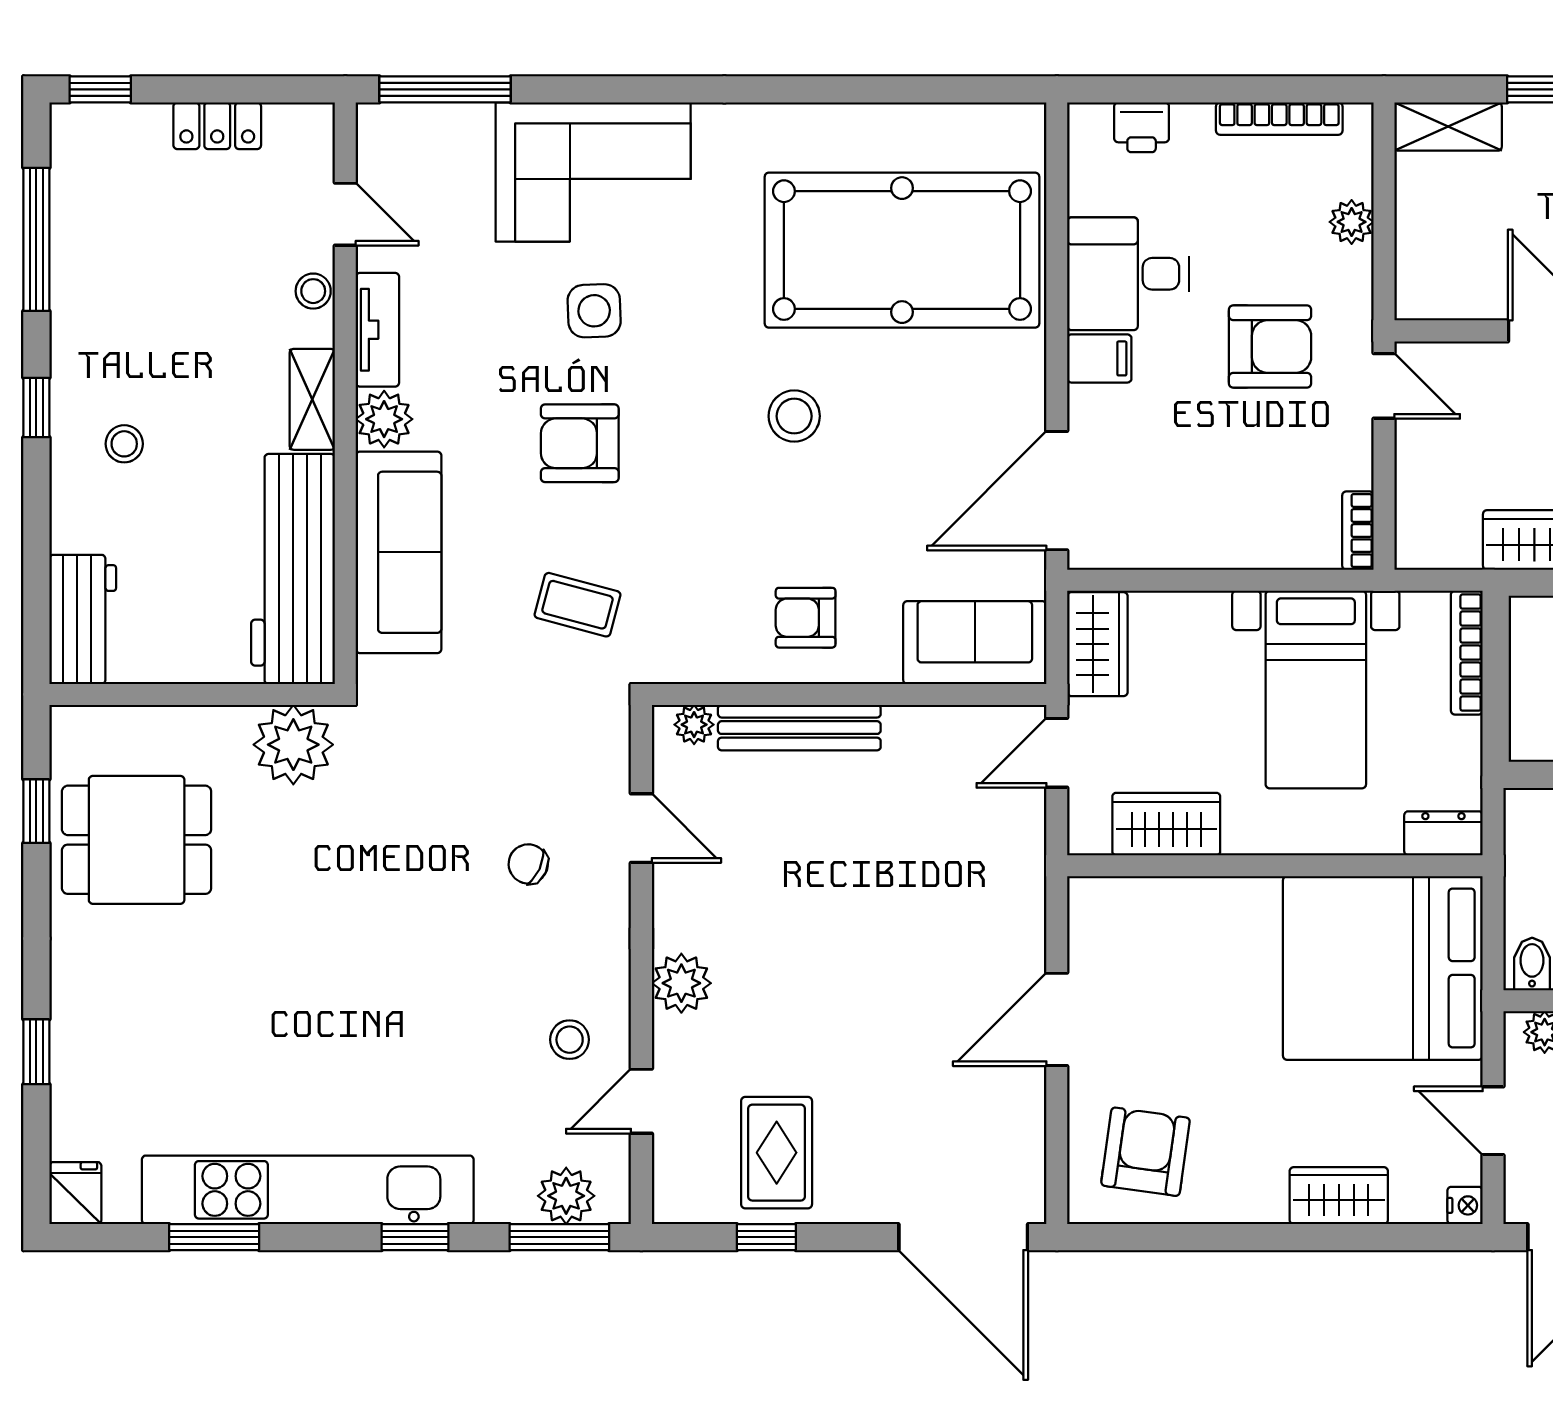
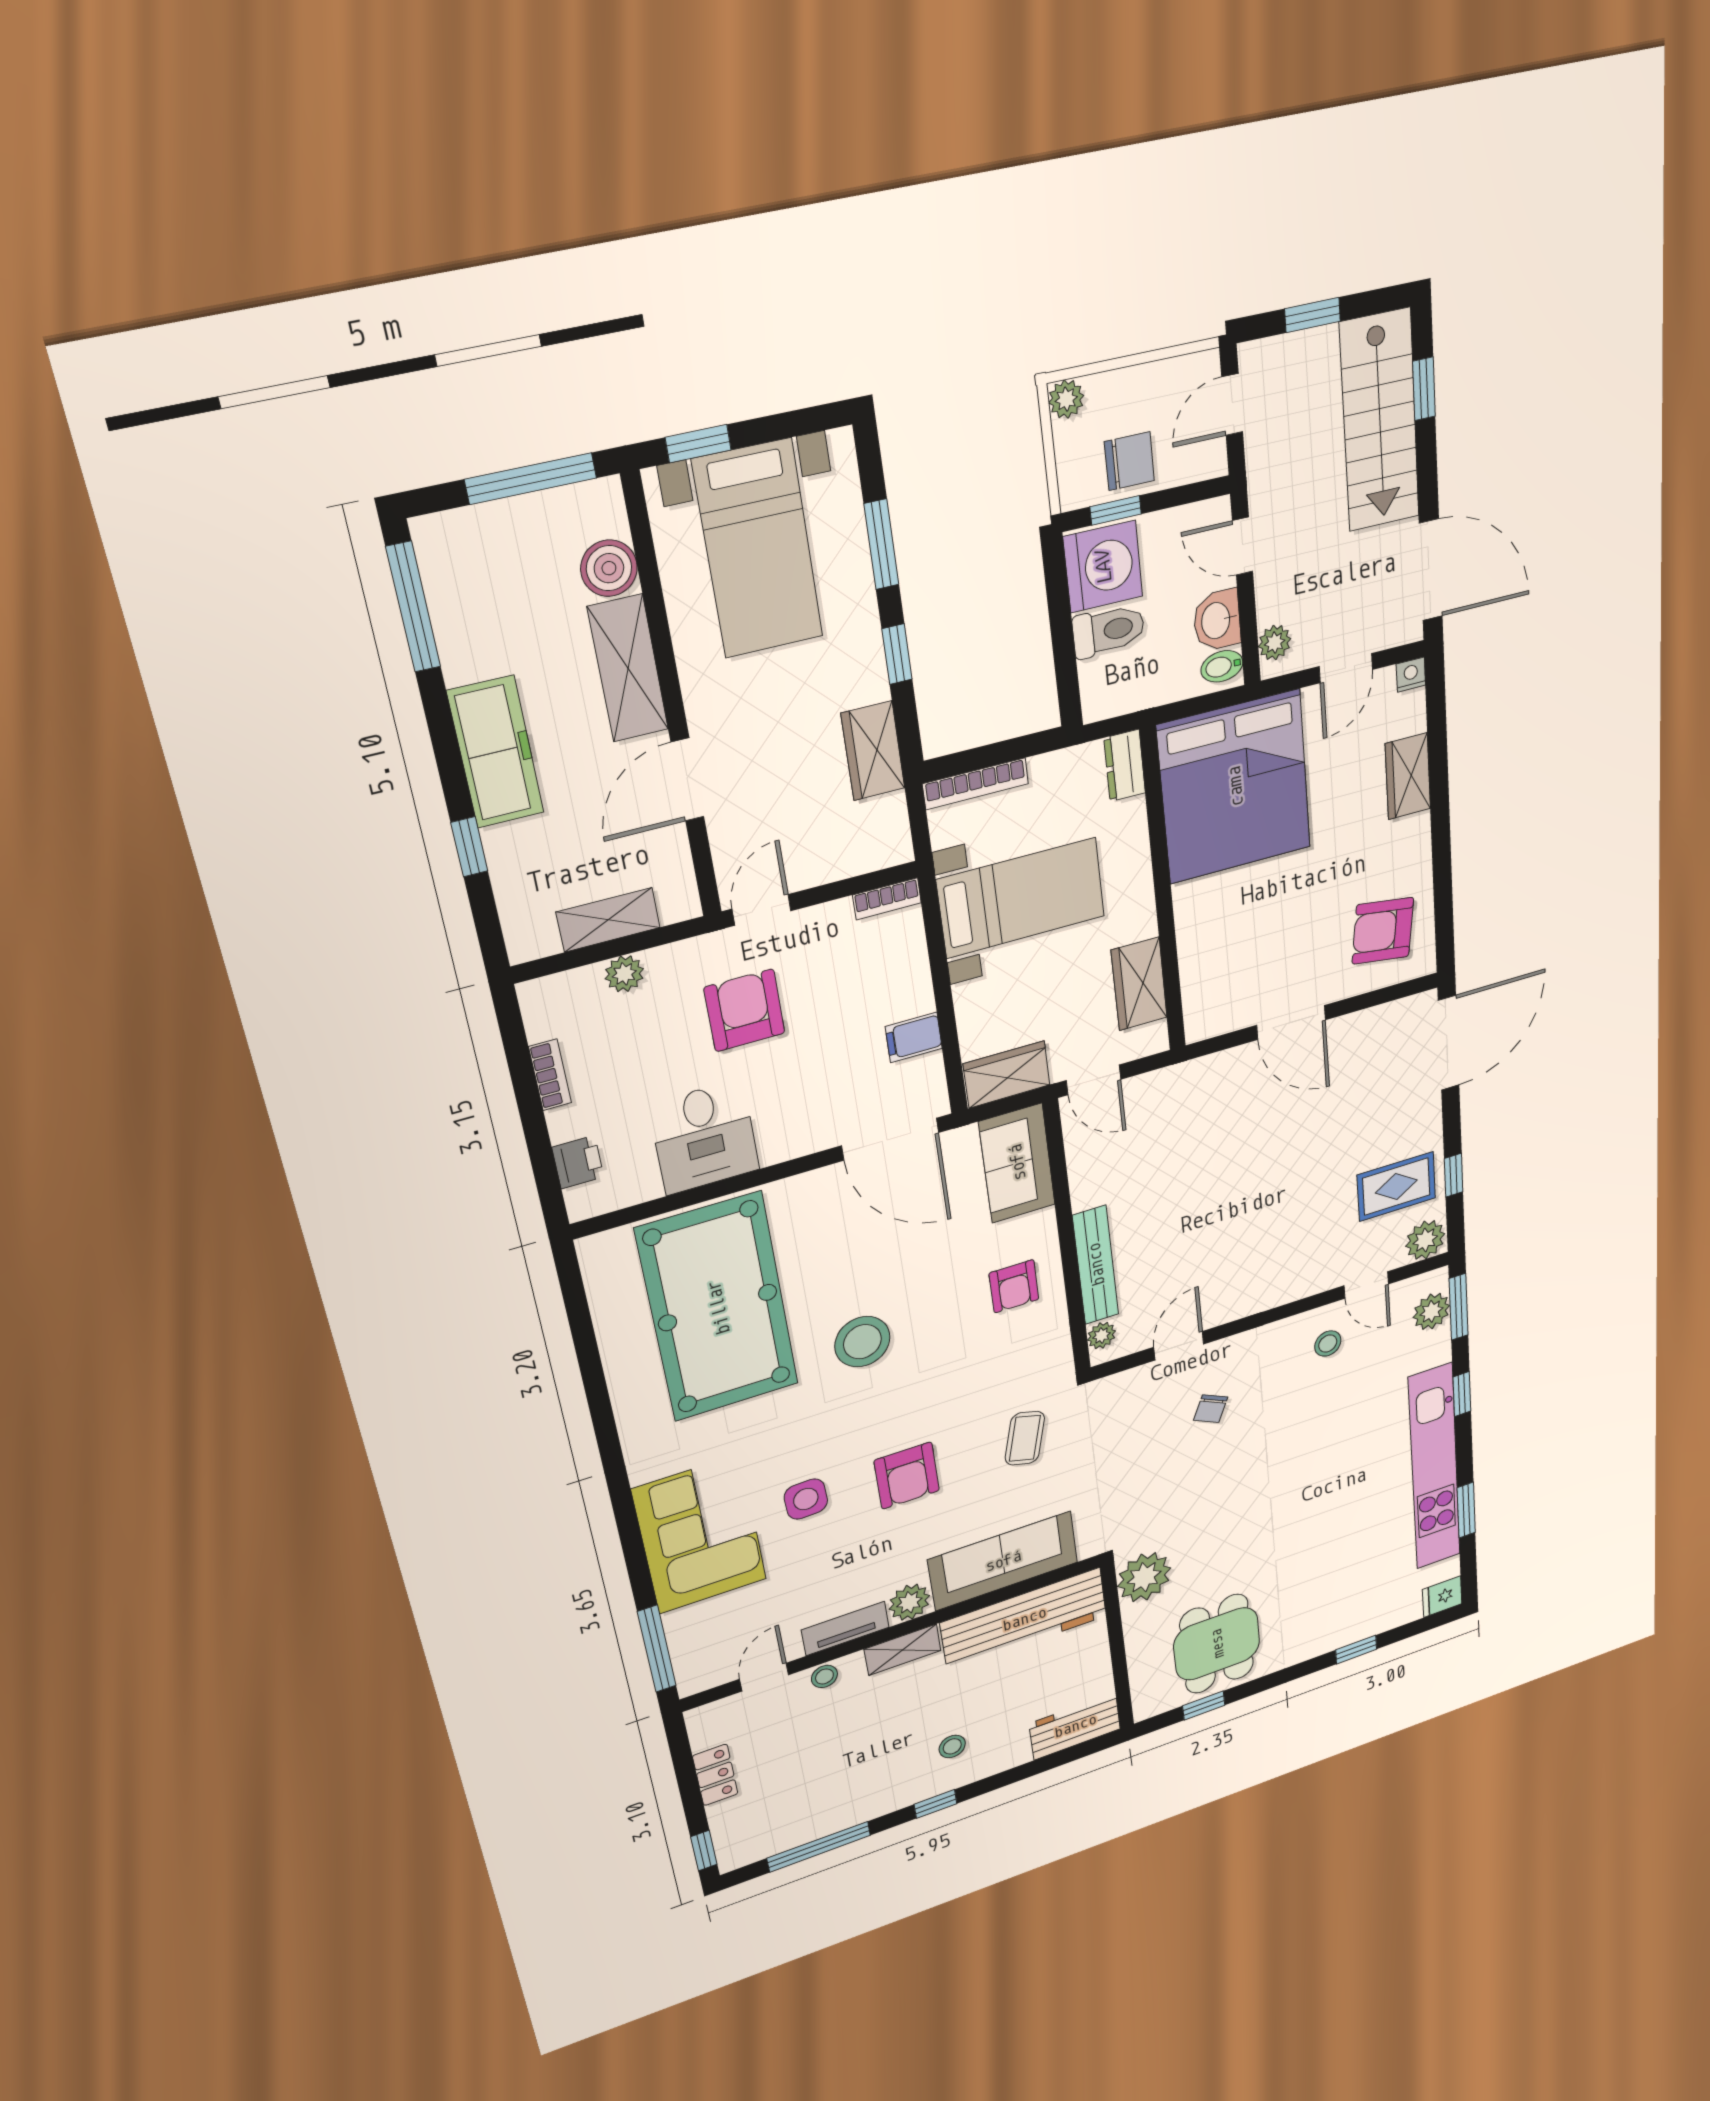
bookcase: (1279, 119) -> (550, 1075), width x0.64
shelving: (1448, 127) -> (608, 920), moved, turned 90
filing cabinet: (1099, 358) -> (914, 1037), moved, turned -90
stool: (794, 416) -> (862, 1342), width x1.38, depth x1.38
plant: (681, 983) -> (1425, 1240), moved

